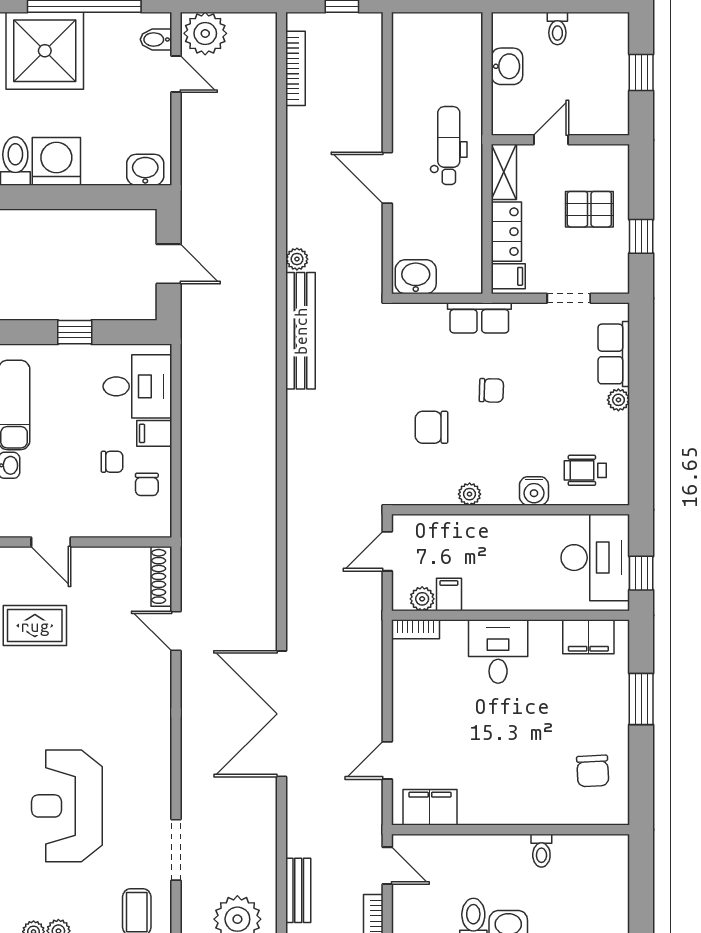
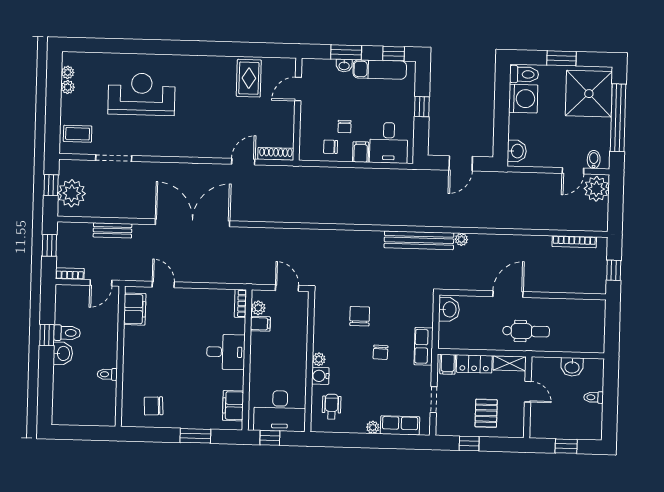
plant: (470, 494) -> (319, 359), moved
bench: (298, 890) -> (113, 230), moved

